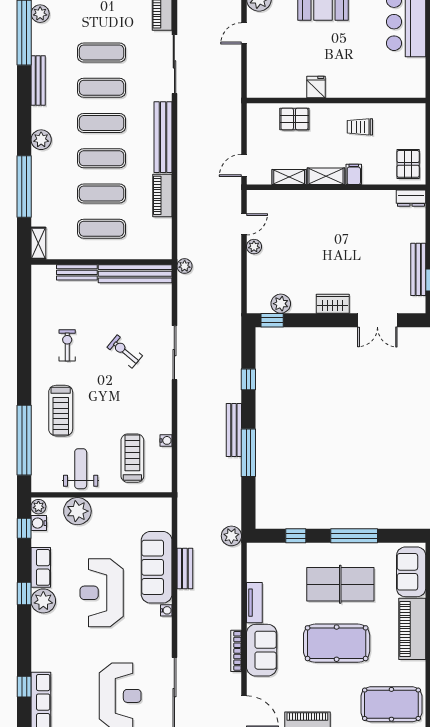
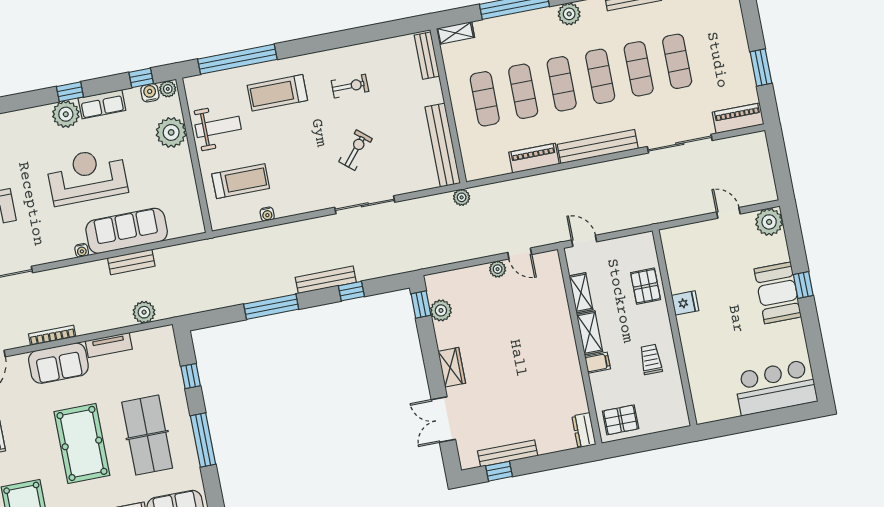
bench: (77, 272) -> (427, 56), moved
bench: (234, 430) -> (326, 280), moved
plant: (231, 536) -> (144, 312), moved

